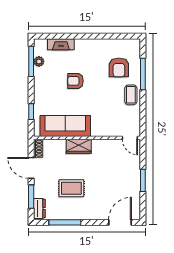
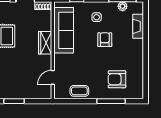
side table: (51, 90) -> (97, 17), added
coffee table: (131, 95) -> (79, 91), moved
door: (130, 138) -> (53, 77), moved

